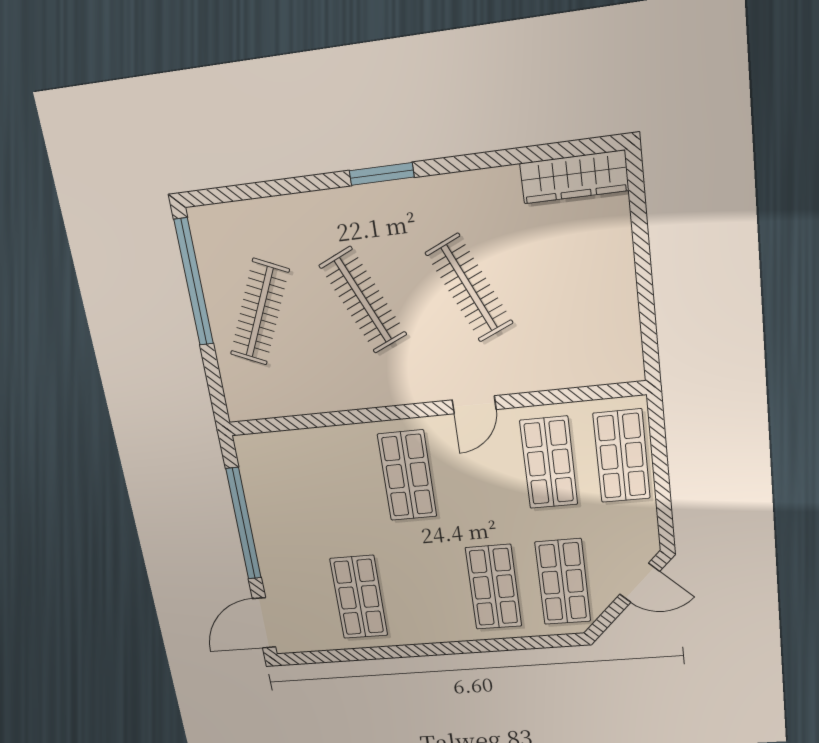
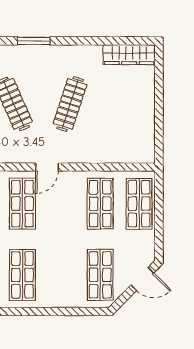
clothes rail: (469, 288) -> (70, 104), turned 42
door: (474, 405) -> (47, 167), moved
shop shelf: (494, 587) -> (22, 275), moved

